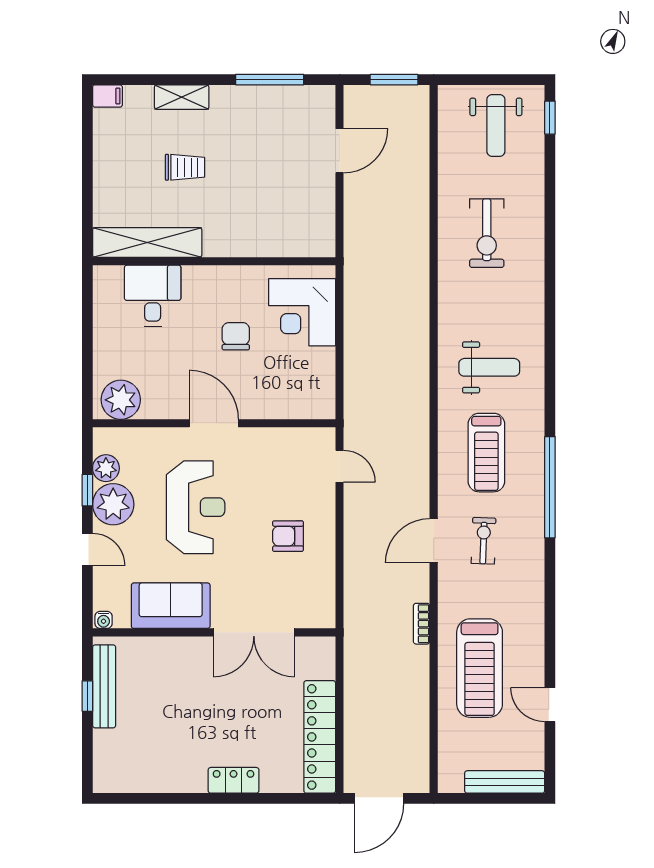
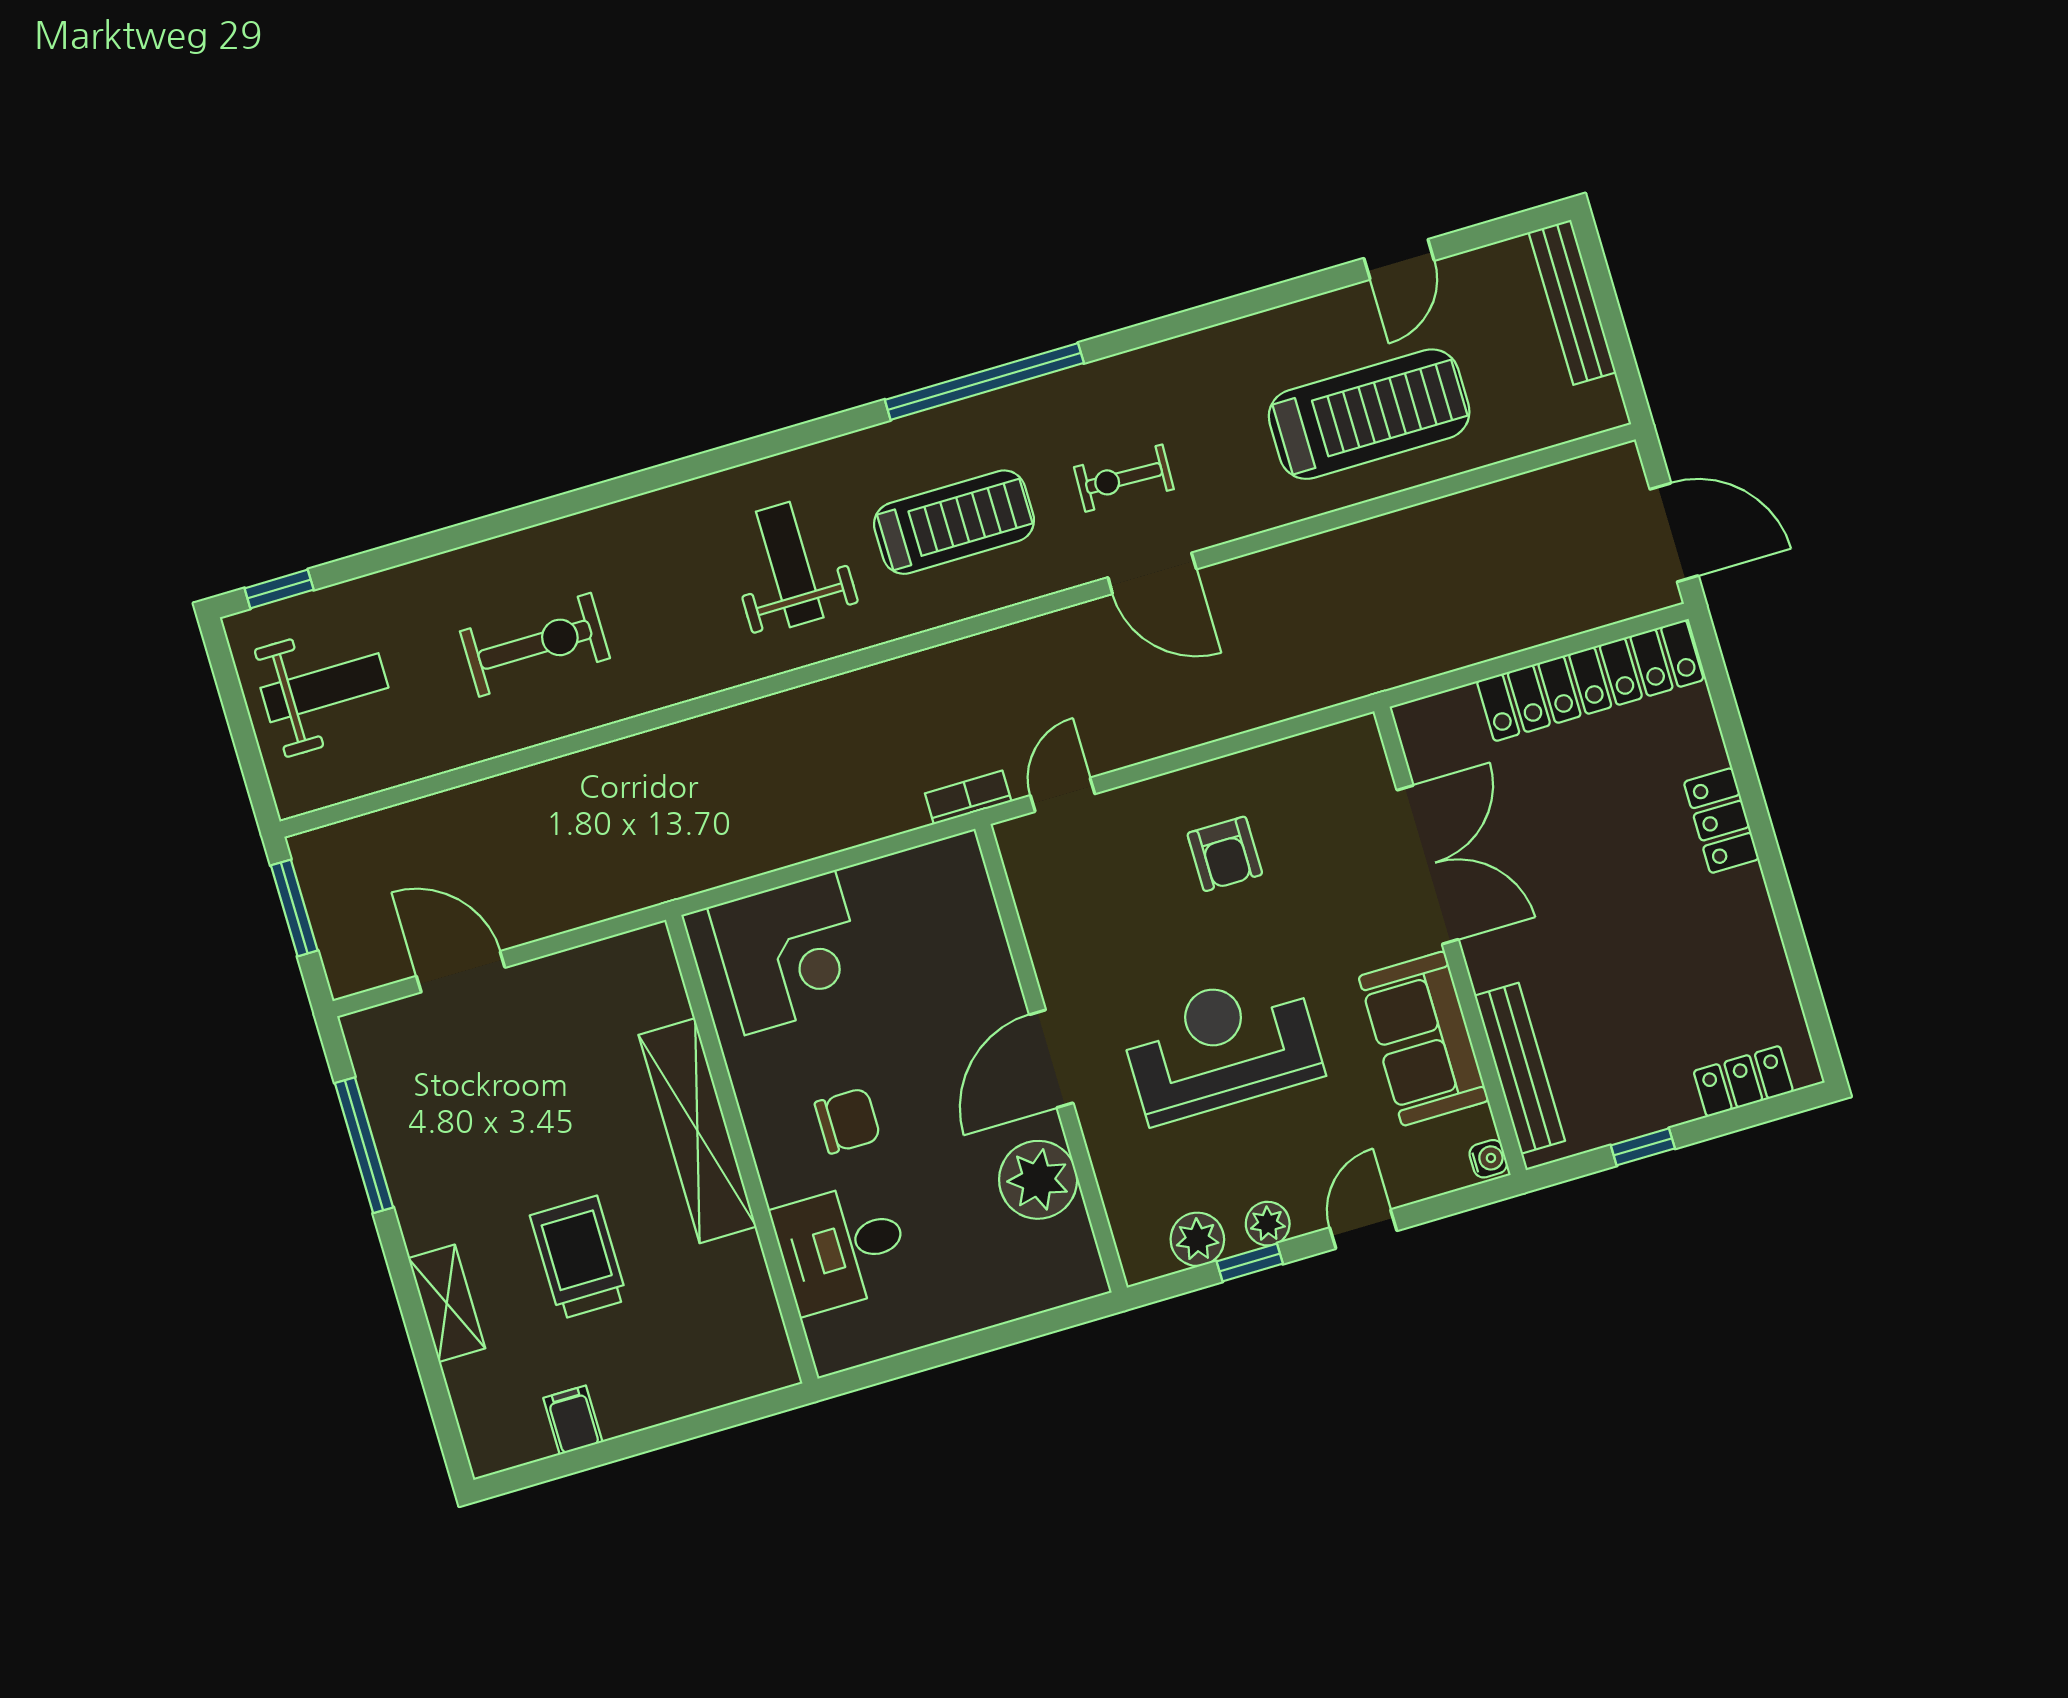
filing cabinet: (107, 96) -> (573, 1420), moved
trolley: (185, 167) -> (579, 1258), width x1.36, depth x1.39
shelving: (147, 242) -> (697, 1131), moved
chair: (236, 336) -> (848, 1121), moved, turned 180
plant: (121, 400) -> (1038, 1180), moved
plant: (113, 504) -> (1268, 1224), width x0.53, depth x0.53
bookcase: (422, 624) -> (968, 797), moved, turned 180
bench: (104, 686) -> (1520, 1068), moved, turned 90
locker: (105, 754) -> (1743, 1081), added

